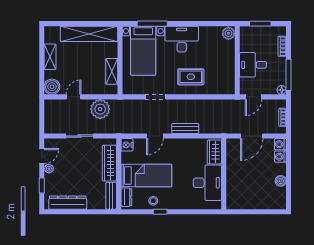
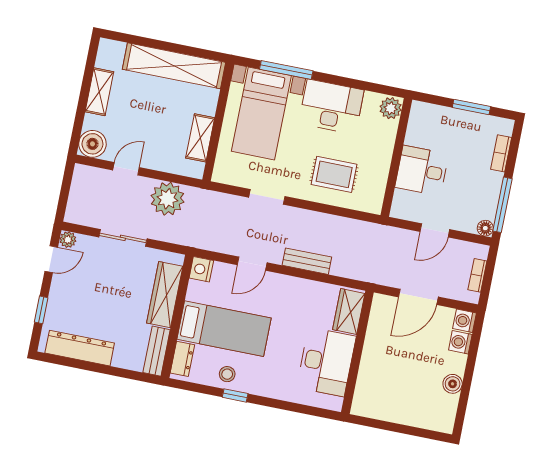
plant: (228, 33) -> (391, 108), moved
wall: (237, 60) -> (396, 157), moved
desk: (253, 65) -> (422, 171), moved
plant: (49, 169) -> (68, 240), moved

